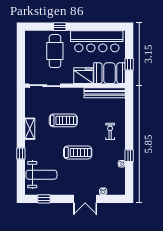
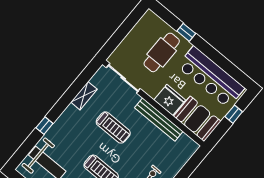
window: (129, 64) -> (234, 114), moved
bench: (105, 93) -> (159, 119), moved
shelving: (30, 129) -> (84, 96), moved

